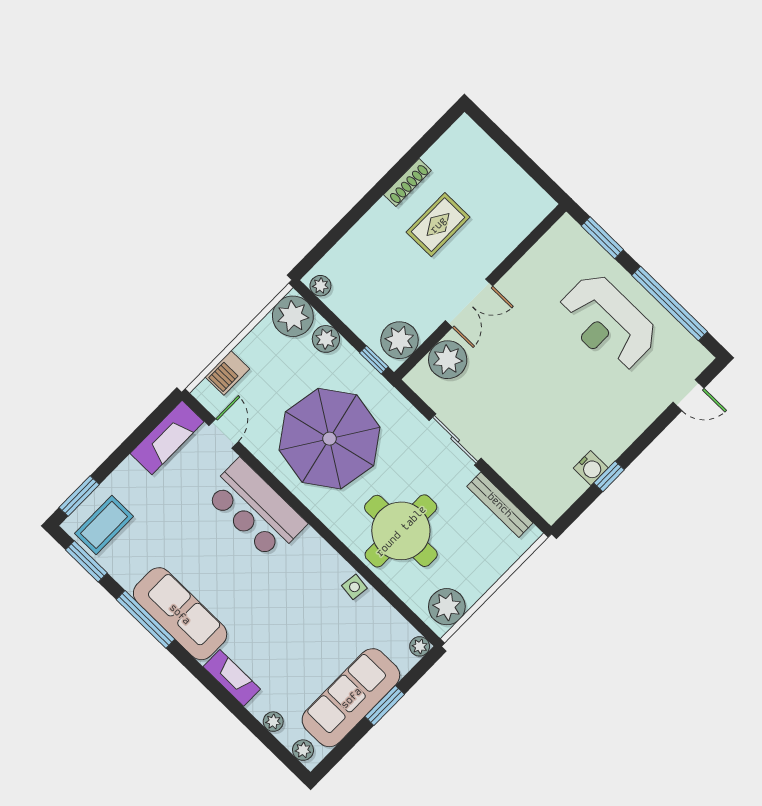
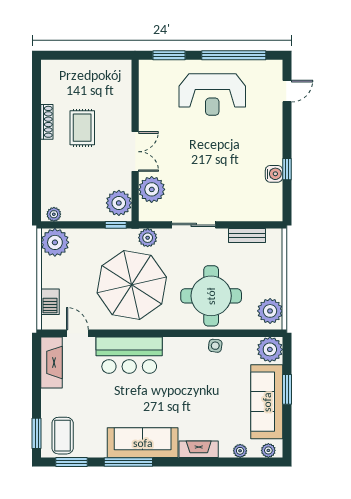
plant: (326, 339) -> (148, 238), moved
bench: (500, 505) -> (247, 235), width x0.73
plant: (420, 646) -> (270, 349), width x1.87, depth x1.87

